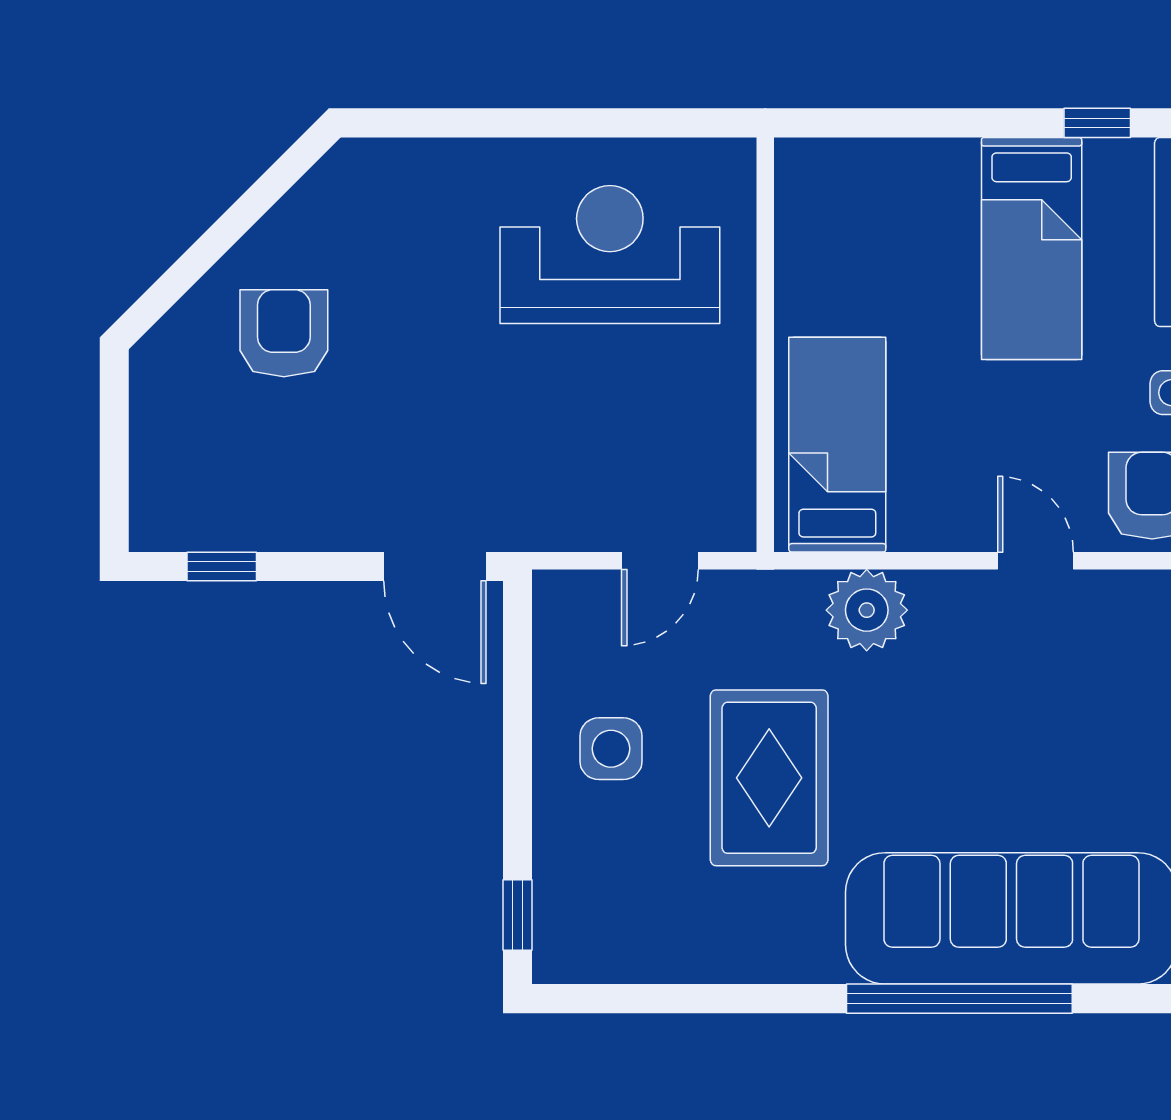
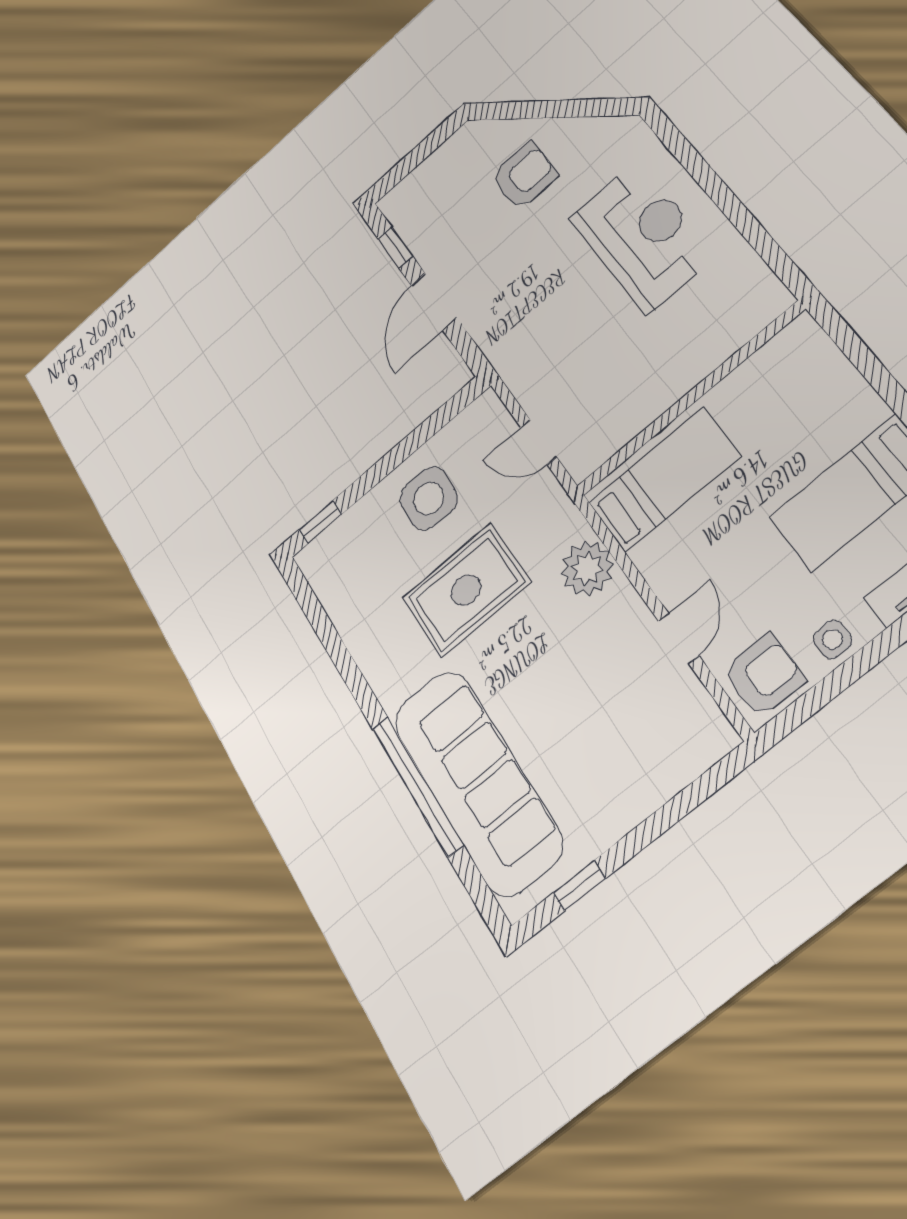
reception desk: (610, 255) -> (642, 237), moved
door: (435, 566) -> (434, 302), moved
side table: (611, 749) -> (429, 498), width x1.37, depth x1.37

